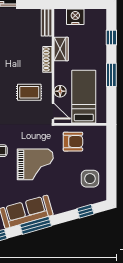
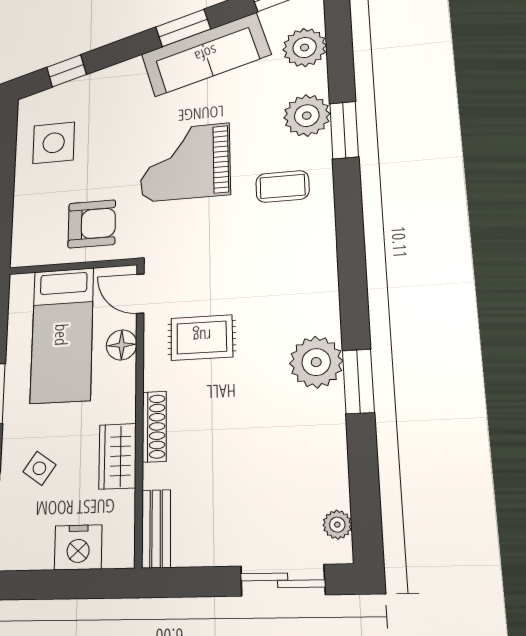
side table: (91, 46) -> (39, 468), added
armchair: (73, 142) -> (92, 224), turned 180
window: (36, 225) -> (183, 28), width x0.69

